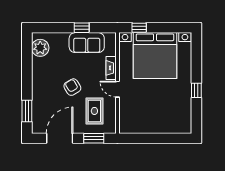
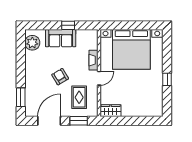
window: (139, 28) -> (118, 25), removed
sofa: (87, 43) -> (61, 38), moved
door: (117, 89) -> (99, 78), swing flipped
wardrobe: (131, 127) -> (111, 111), added

